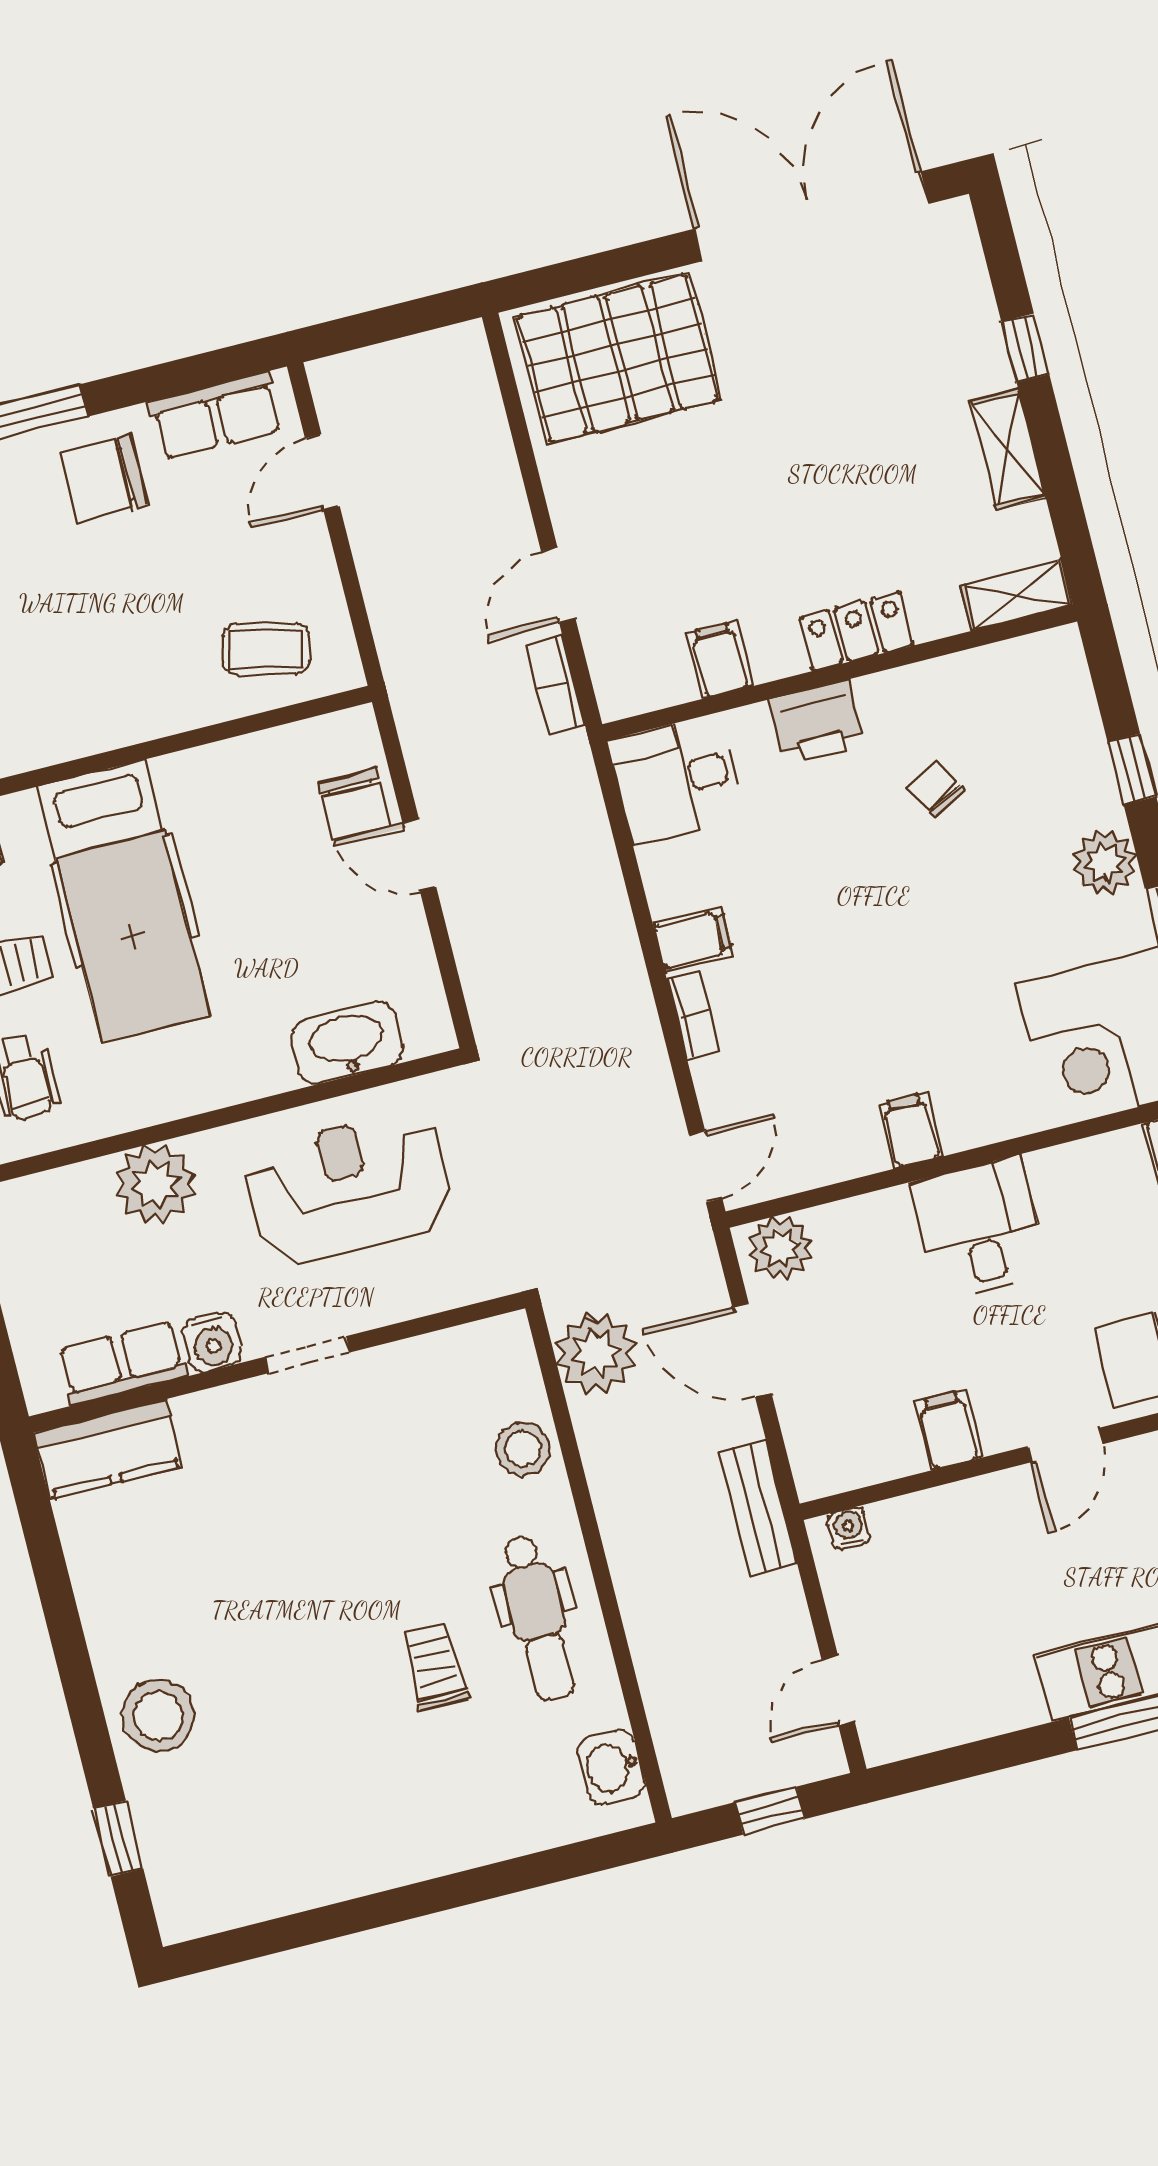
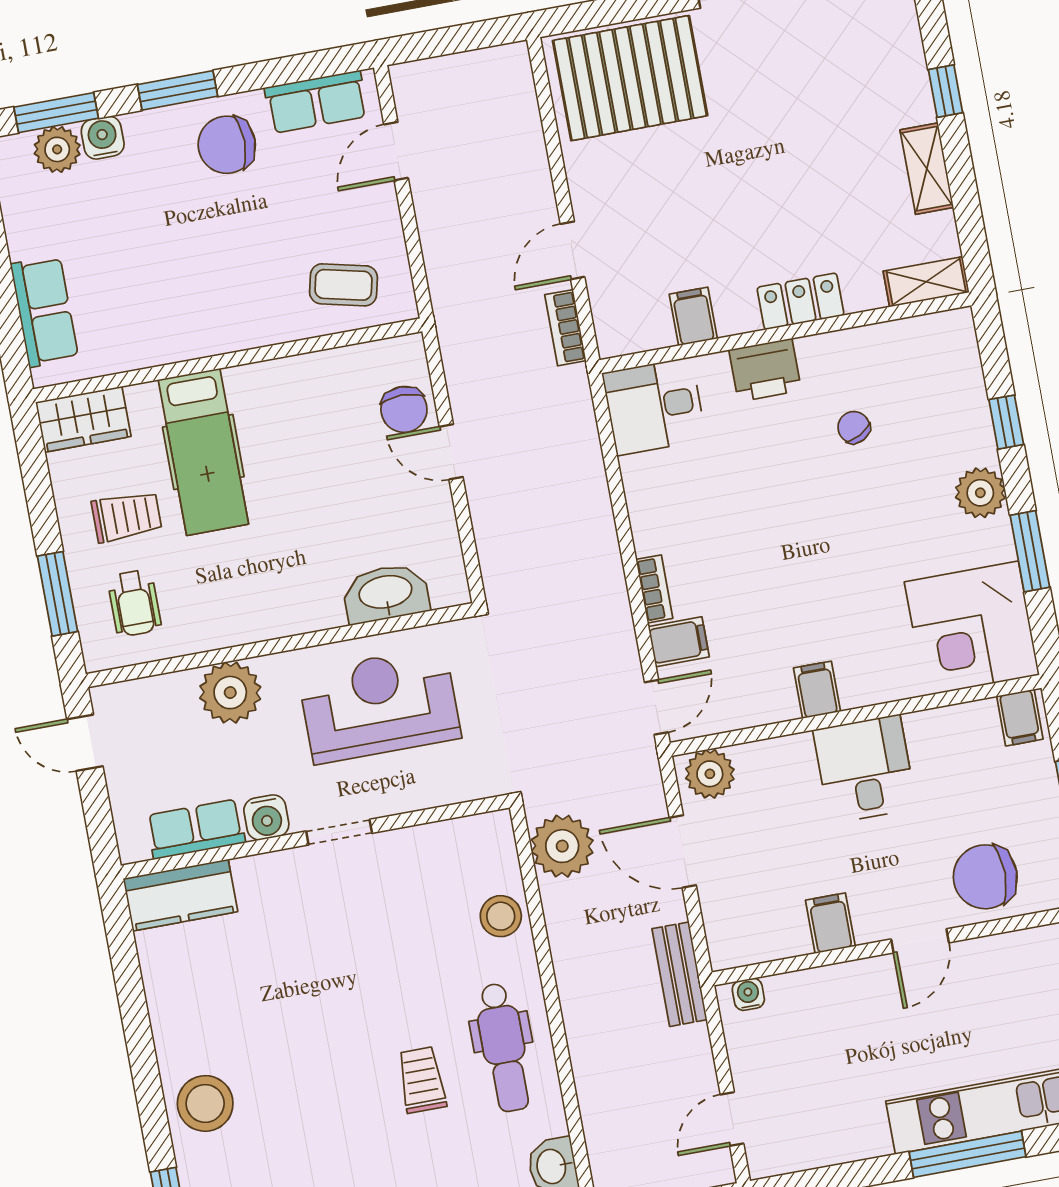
hospital bed: (124, 901) -> (203, 452), width x0.73, depth x0.78
filing cabinet: (693, 939) -> (679, 642), moved

